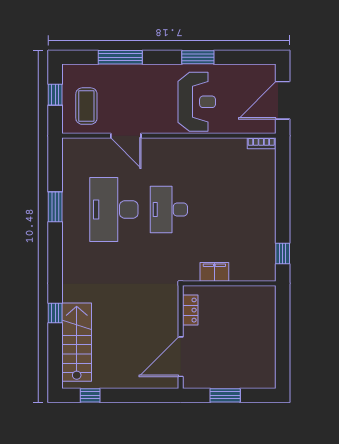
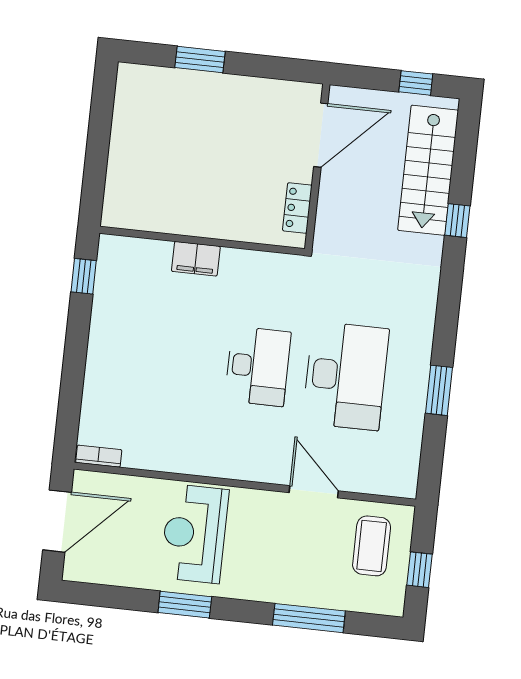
locker: (190, 310) -> (297, 208), moved
wall: (181, 337) -> (317, 167), moved
door: (181, 357) -> (321, 135), moved

